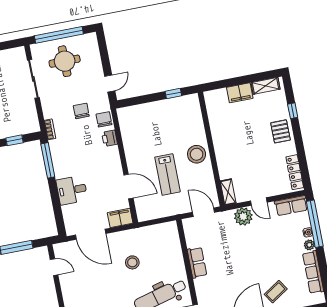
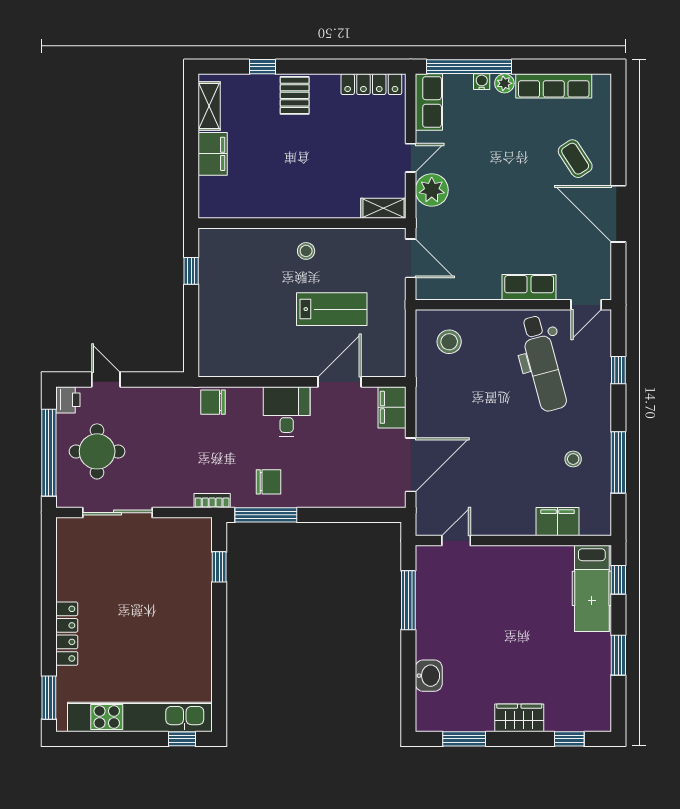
door: (110, 83) -> (106, 379), moved
chair: (81, 111) -> (268, 482), moved, turned 180
pallet: (280, 131) -> (295, 95), turned 90
printer: (110, 138) -> (68, 400), moved, turned -90
stool: (197, 154) -> (306, 251), width x0.53, depth x0.53
desk: (72, 190) -> (287, 412), moved, turned 180
door: (204, 212) -> (411, 258), swing flipped
stool: (132, 262) -> (449, 342), moved
row of seats: (197, 263) -> (529, 287), moved

